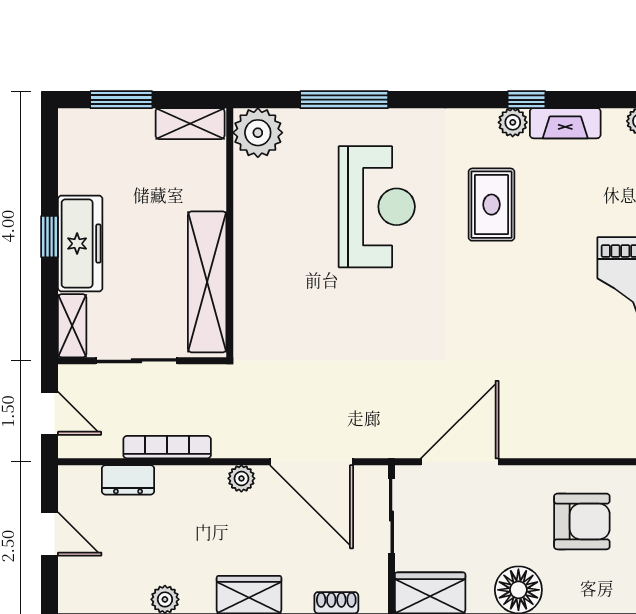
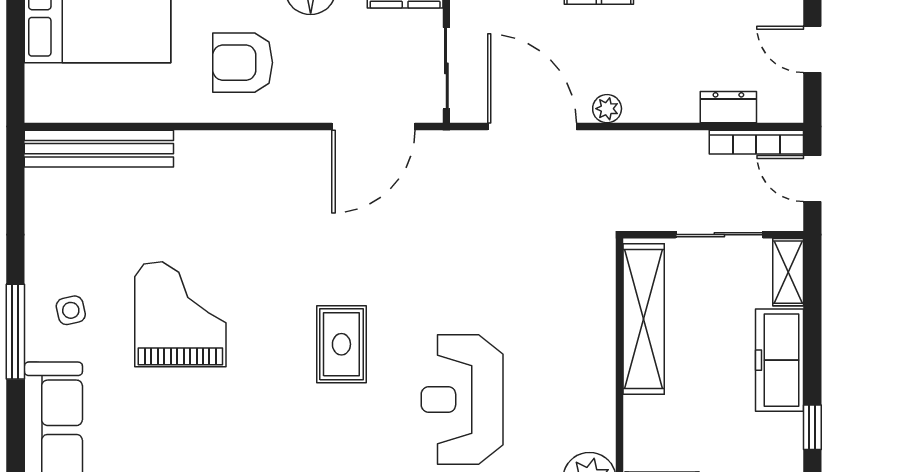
rug: (491, 205) -> (341, 344), moved
window: (50, 237) -> (812, 427), moved
bookcase: (167, 447) -> (756, 142), moved

